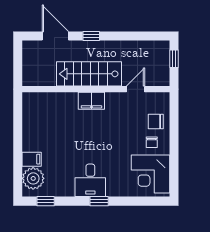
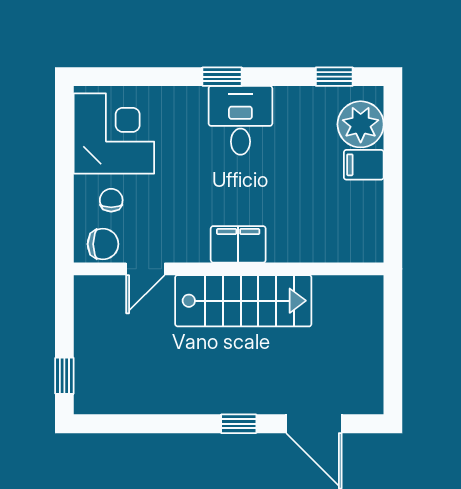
stairs: (89, 74) -> (243, 301), moved
wall: (96, 89) -> (229, 269), moved
door: (136, 89) -> (145, 269), moved
filing cabinet: (91, 101) -> (238, 244), moved

